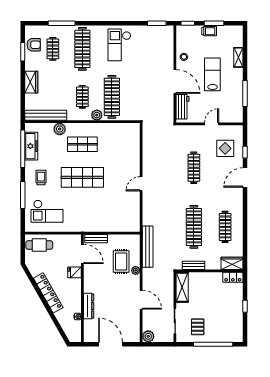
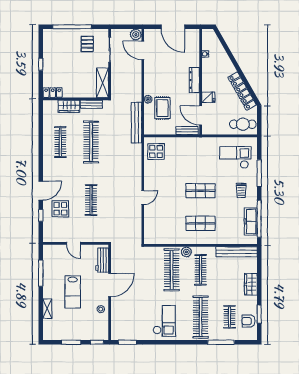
trolley: (209, 31) -> (76, 334), removed
door: (175, 81) -> (110, 285), swing flipped
clothes rail: (82, 97) -> (201, 270), width x1.36
door: (212, 124) -> (73, 243), hinge flipped
plant: (60, 129) -> (223, 238), removed
display table: (225, 148) -> (60, 209), moved
shop shelf: (82, 177) -> (201, 191), width x0.70, depth x0.74
door: (141, 184) -> (143, 197), moved
display table: (128, 217) -> (156, 152), added
wardrobe: (232, 263) -> (69, 106), moved
locker: (48, 293) -> (242, 91), moved
door: (141, 300) -> (143, 50), moved
dresser: (89, 306) -> (194, 80), moved

